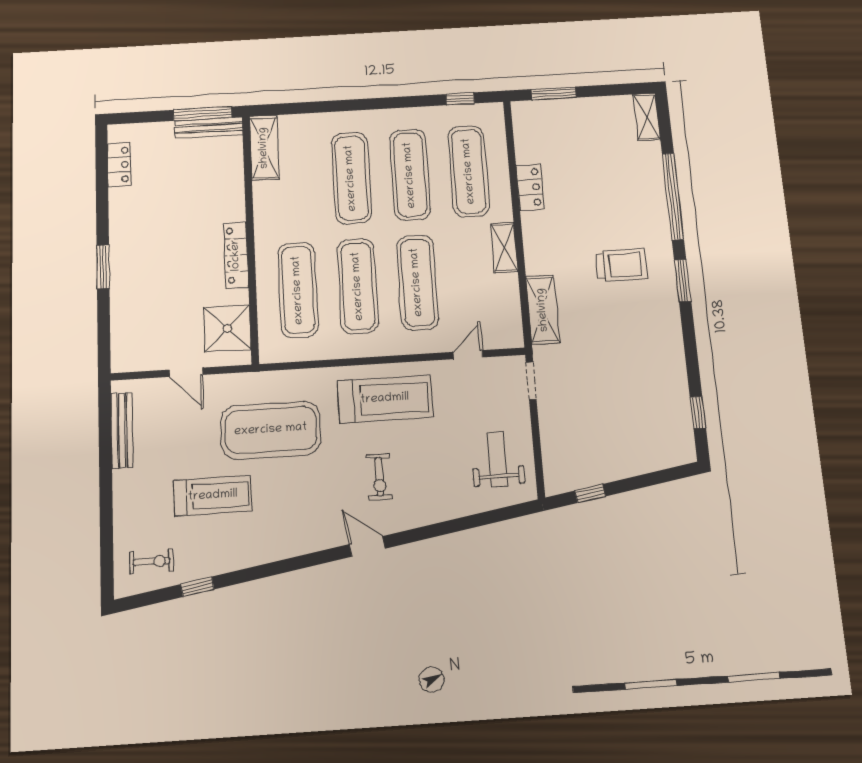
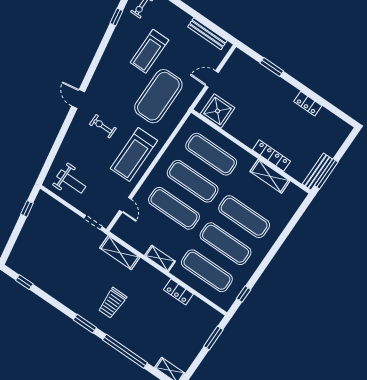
shelving: (264, 148) -> (270, 176), moved
locker: (119, 165) -> (308, 104), moved
locker: (236, 255) -> (271, 156), moved
window: (103, 267) -> (272, 67), moved
door: (367, 546) -> (78, 99), swing flipped

